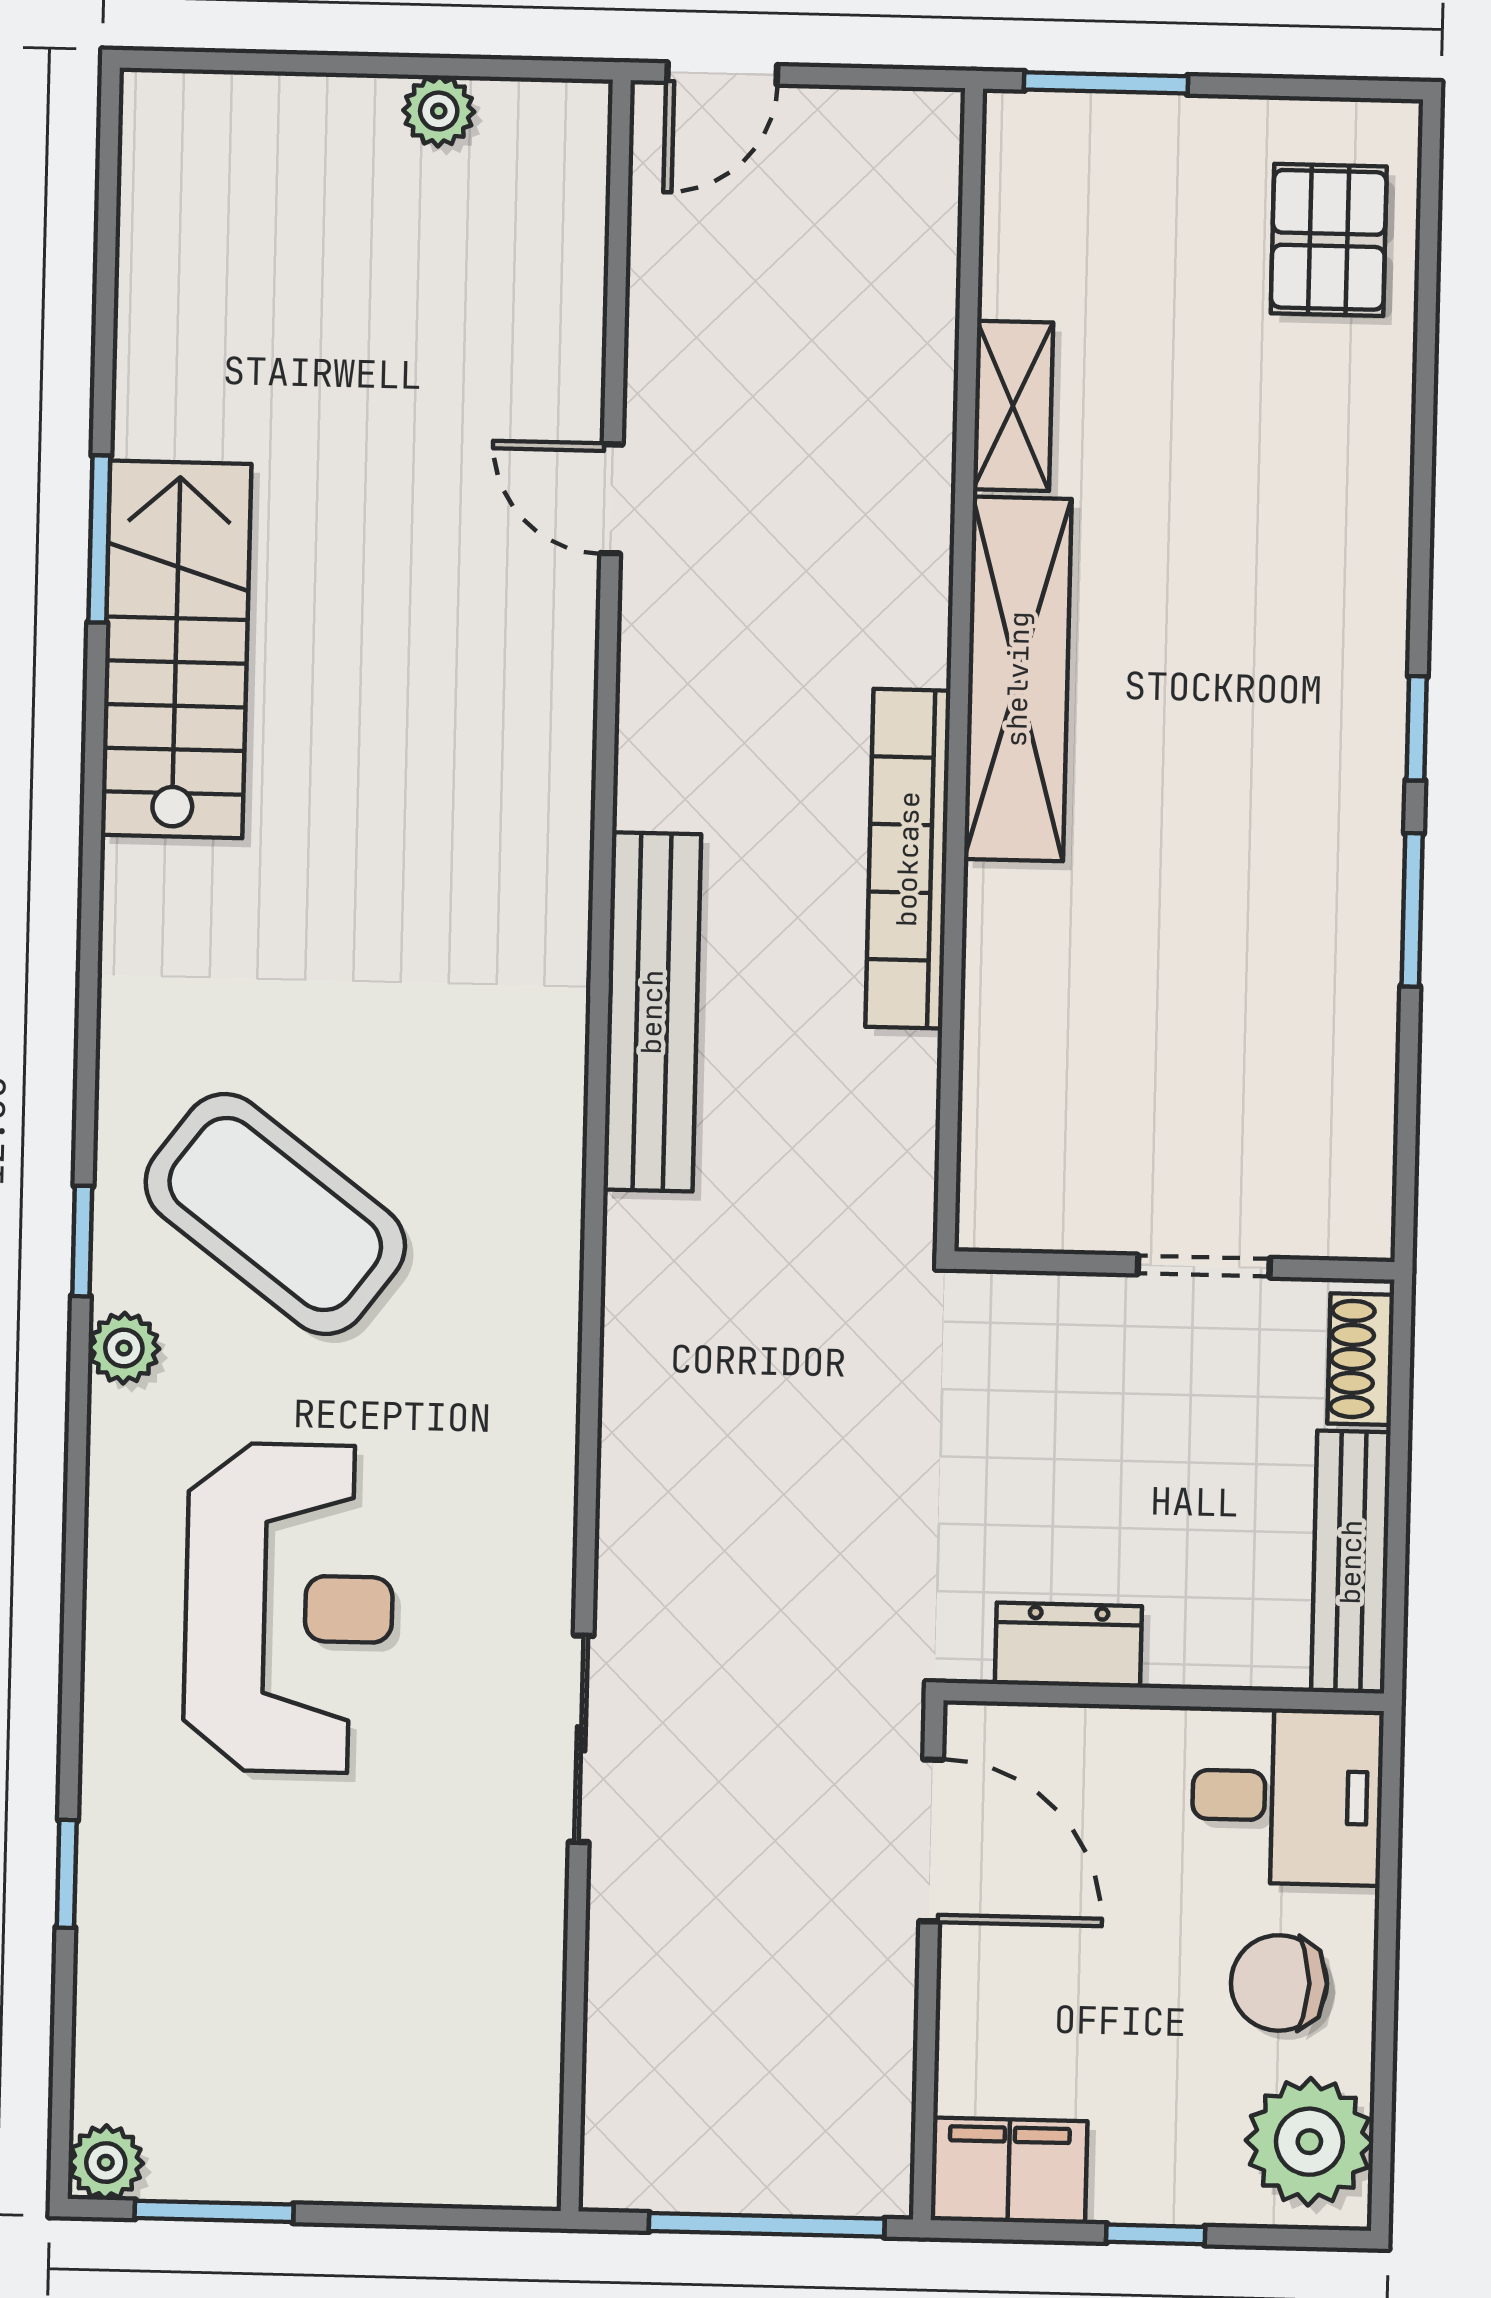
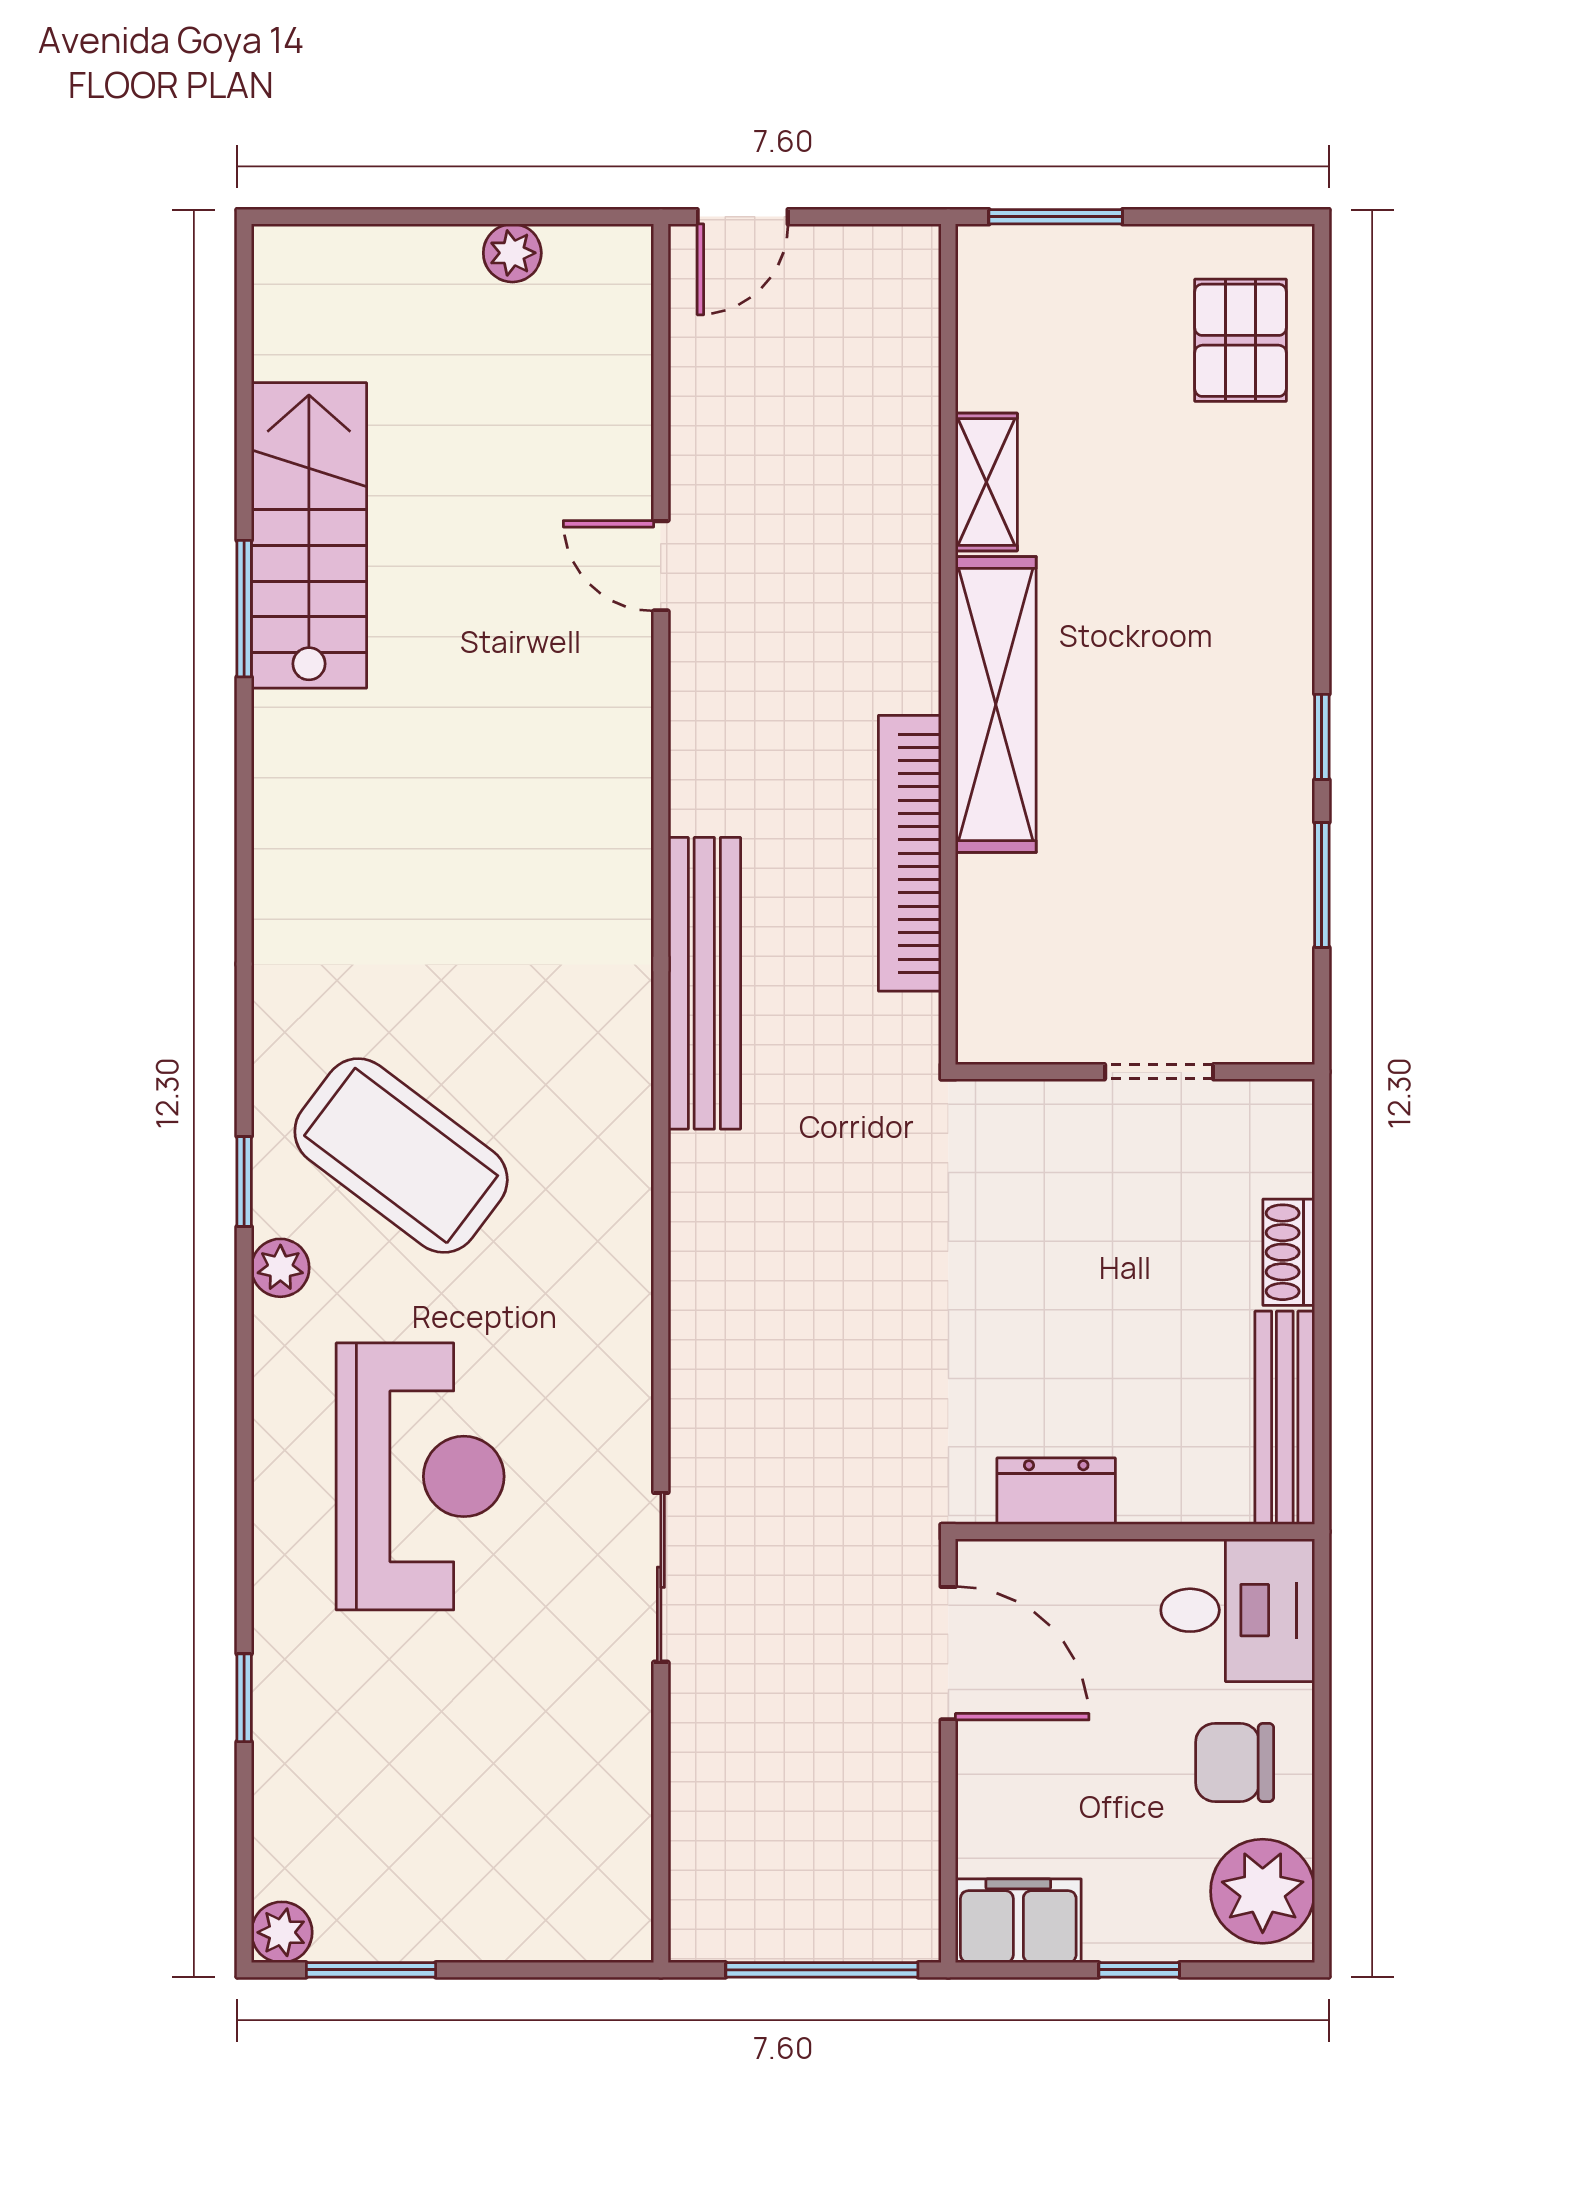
stairs: (176, 649) -> (309, 535), moved
wall: (1174, 1265) -> (1135, 1072), moved
doorway: (1204, 1266) -> (1159, 1072), moved

